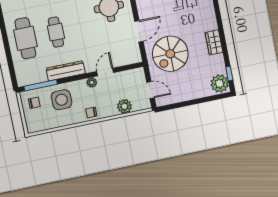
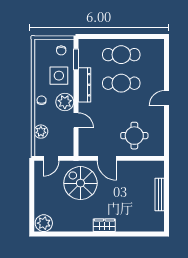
cafe table: (56, 32) -> (121, 83), width x1.37, depth x1.35
wardrobe: (214, 42) -> (104, 225), moved
window: (229, 74) -> (51, 234), removed
plant: (92, 83) -> (65, 102), width x1.87, depth x1.87
window: (41, 85) -> (76, 59), width x0.69

